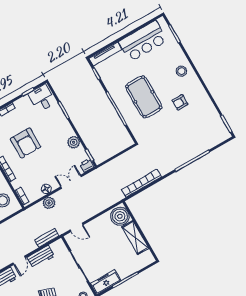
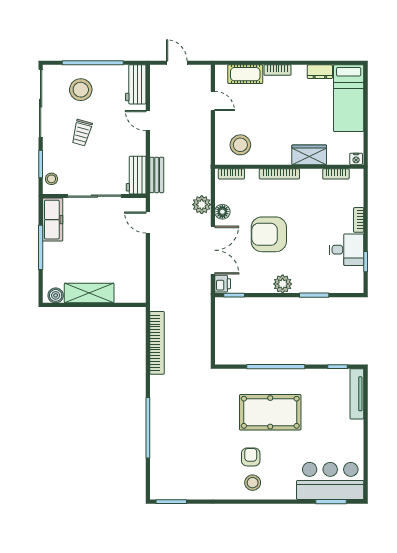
bar counter: (143, 41) -> (330, 481), moved, turned 90
stool: (181, 71) -> (253, 483), moved
desk: (42, 98) -> (347, 250), moved
armchair: (180, 102) -> (251, 457), moved
plant: (74, 142) -> (283, 284), moved
armchair: (25, 143) -> (269, 234), moved
double door: (71, 182) -> (213, 250), width x1.37
boiler: (120, 216) -> (56, 295), moved, width x0.54, depth x0.54
door: (76, 227) -> (148, 222), hinge flipped
workbench: (41, 257) -> (136, 175), moved

